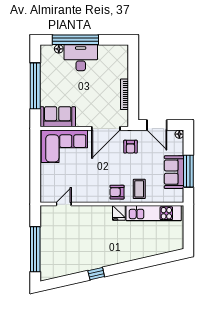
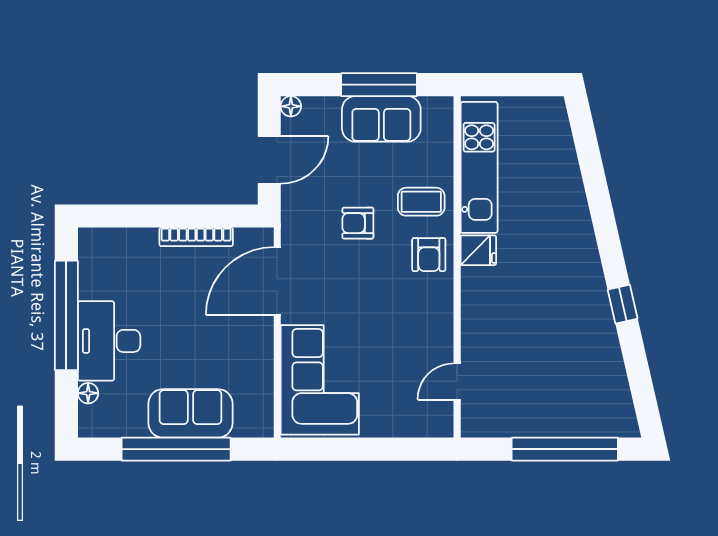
window: (75, 40) -> (66, 315), moved
sofa: (58, 117) -> (190, 413), moved, turned 90
door: (106, 128) -> (277, 281), swing flipped
armchair: (130, 147) -> (358, 223), moved, turned 180
door: (64, 204) -> (457, 381), hinge flipped

